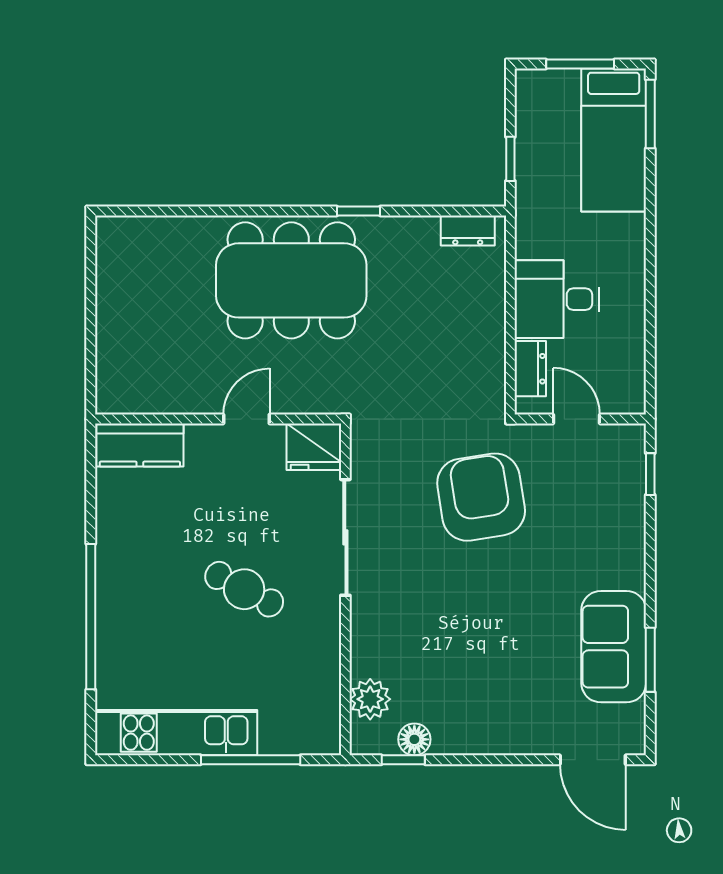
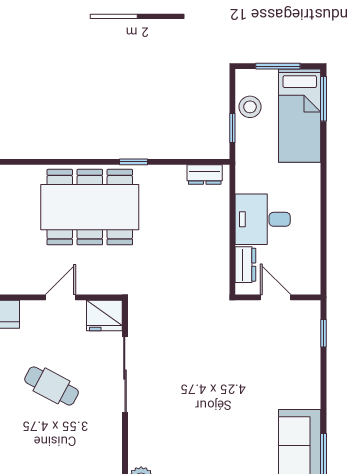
stool: (537, 126) -> (250, 107), added
armchair: (481, 497) -> (213, 348), removed
cafe table: (244, 589) -> (52, 386), moved

